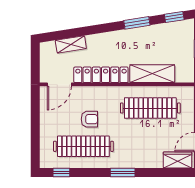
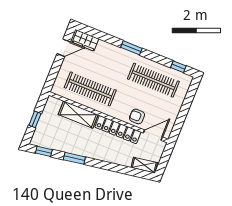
shelving: (71, 44) -> (144, 165), moved
armchair: (89, 119) -> (137, 116), moved

